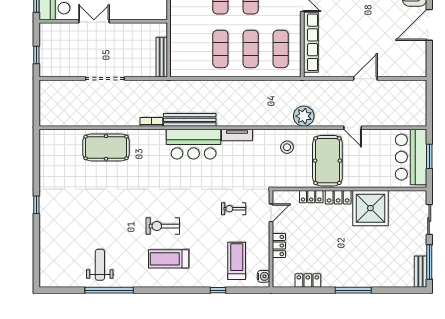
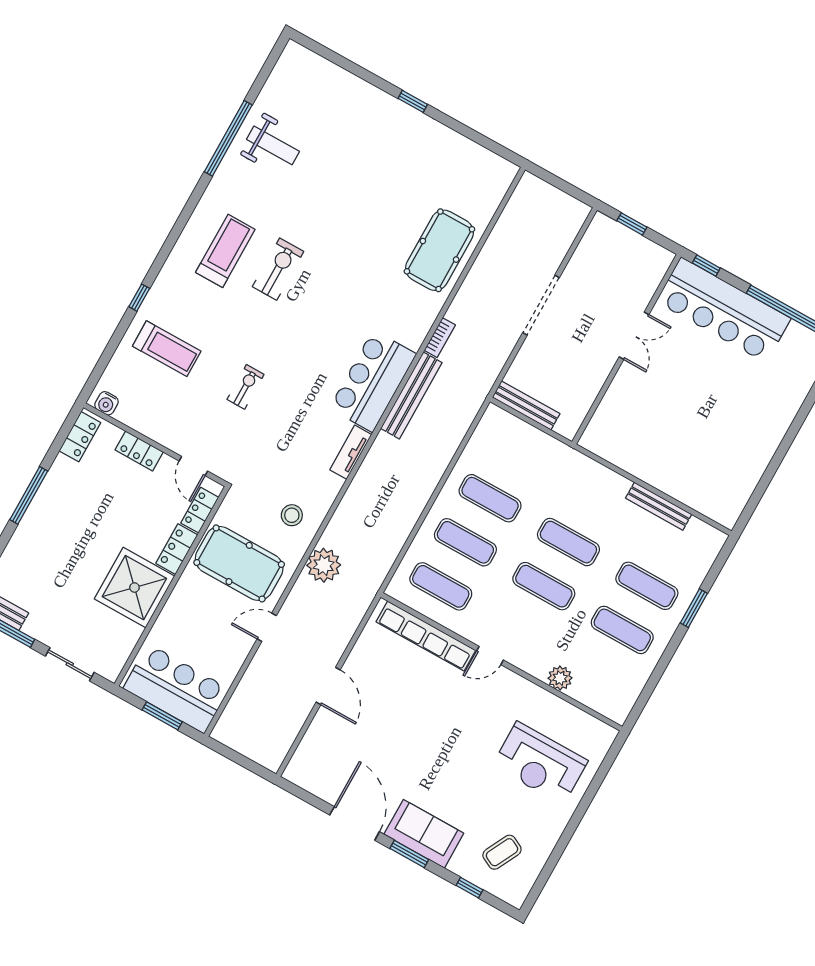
door: (271, 213) -> (193, 466), moved
wall: (271, 239) -> (155, 445), moved
locker: (279, 246) -> (139, 451), moved
water cooler: (264, 276) -> (106, 403), moved

